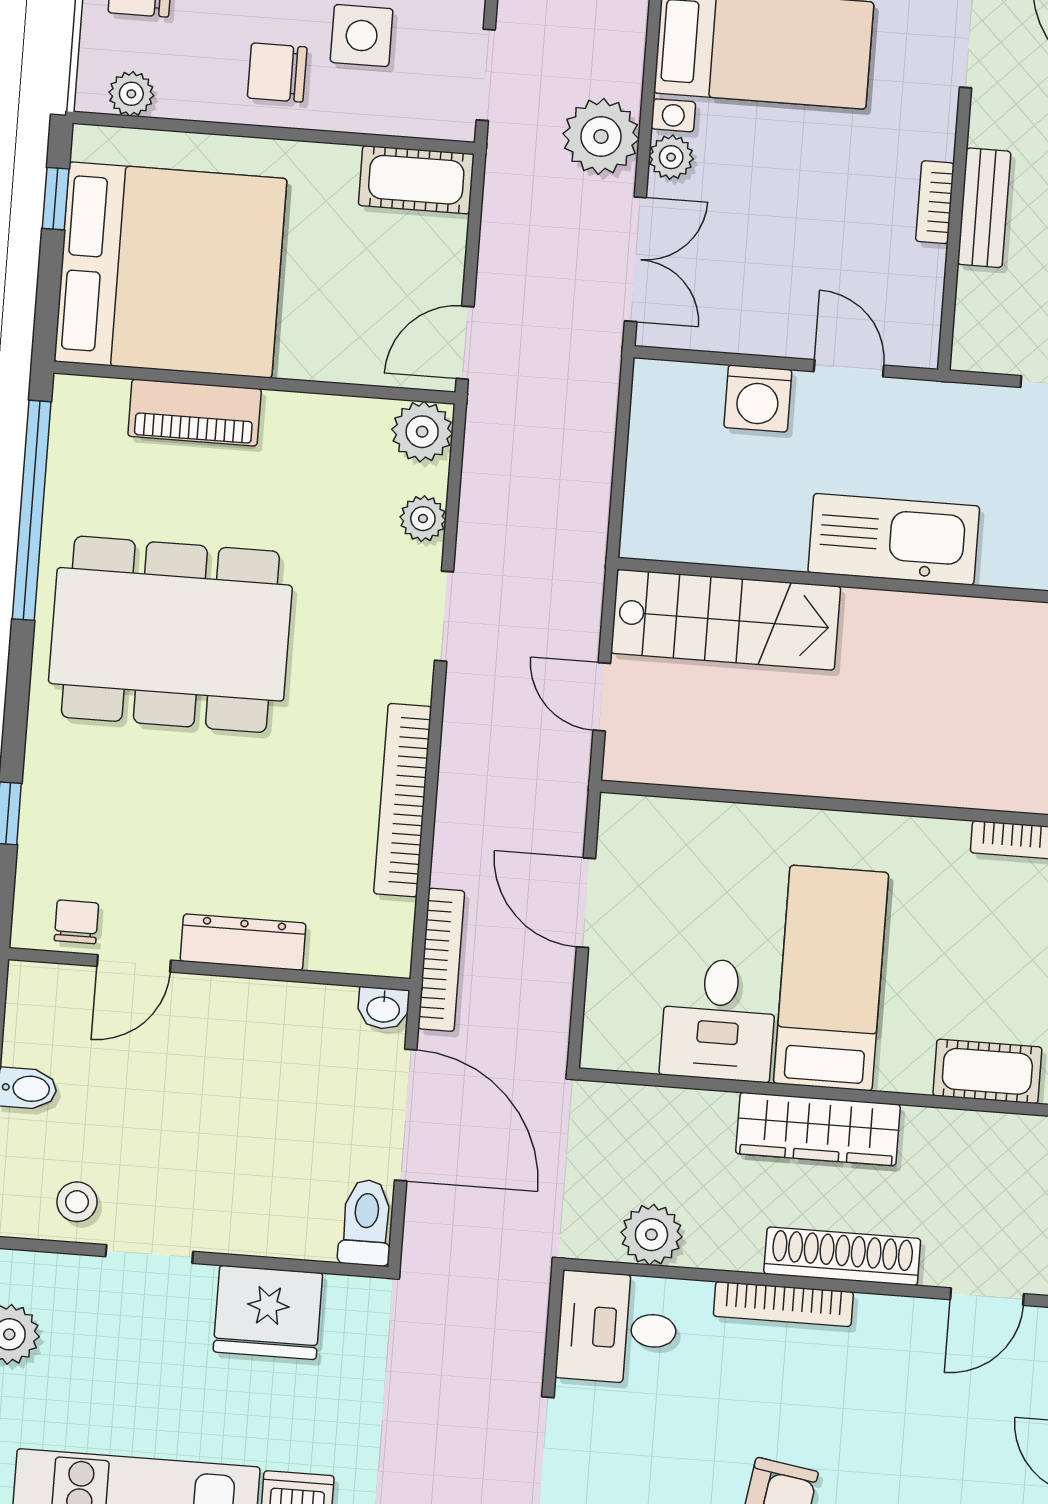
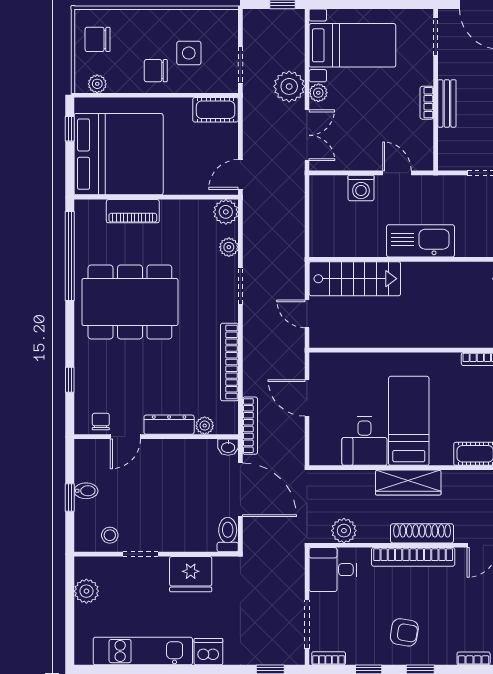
plant: (330, 951) -> (205, 426), added
bookcase: (783, 1304) -> (413, 557), width x1.48, depth x1.31

